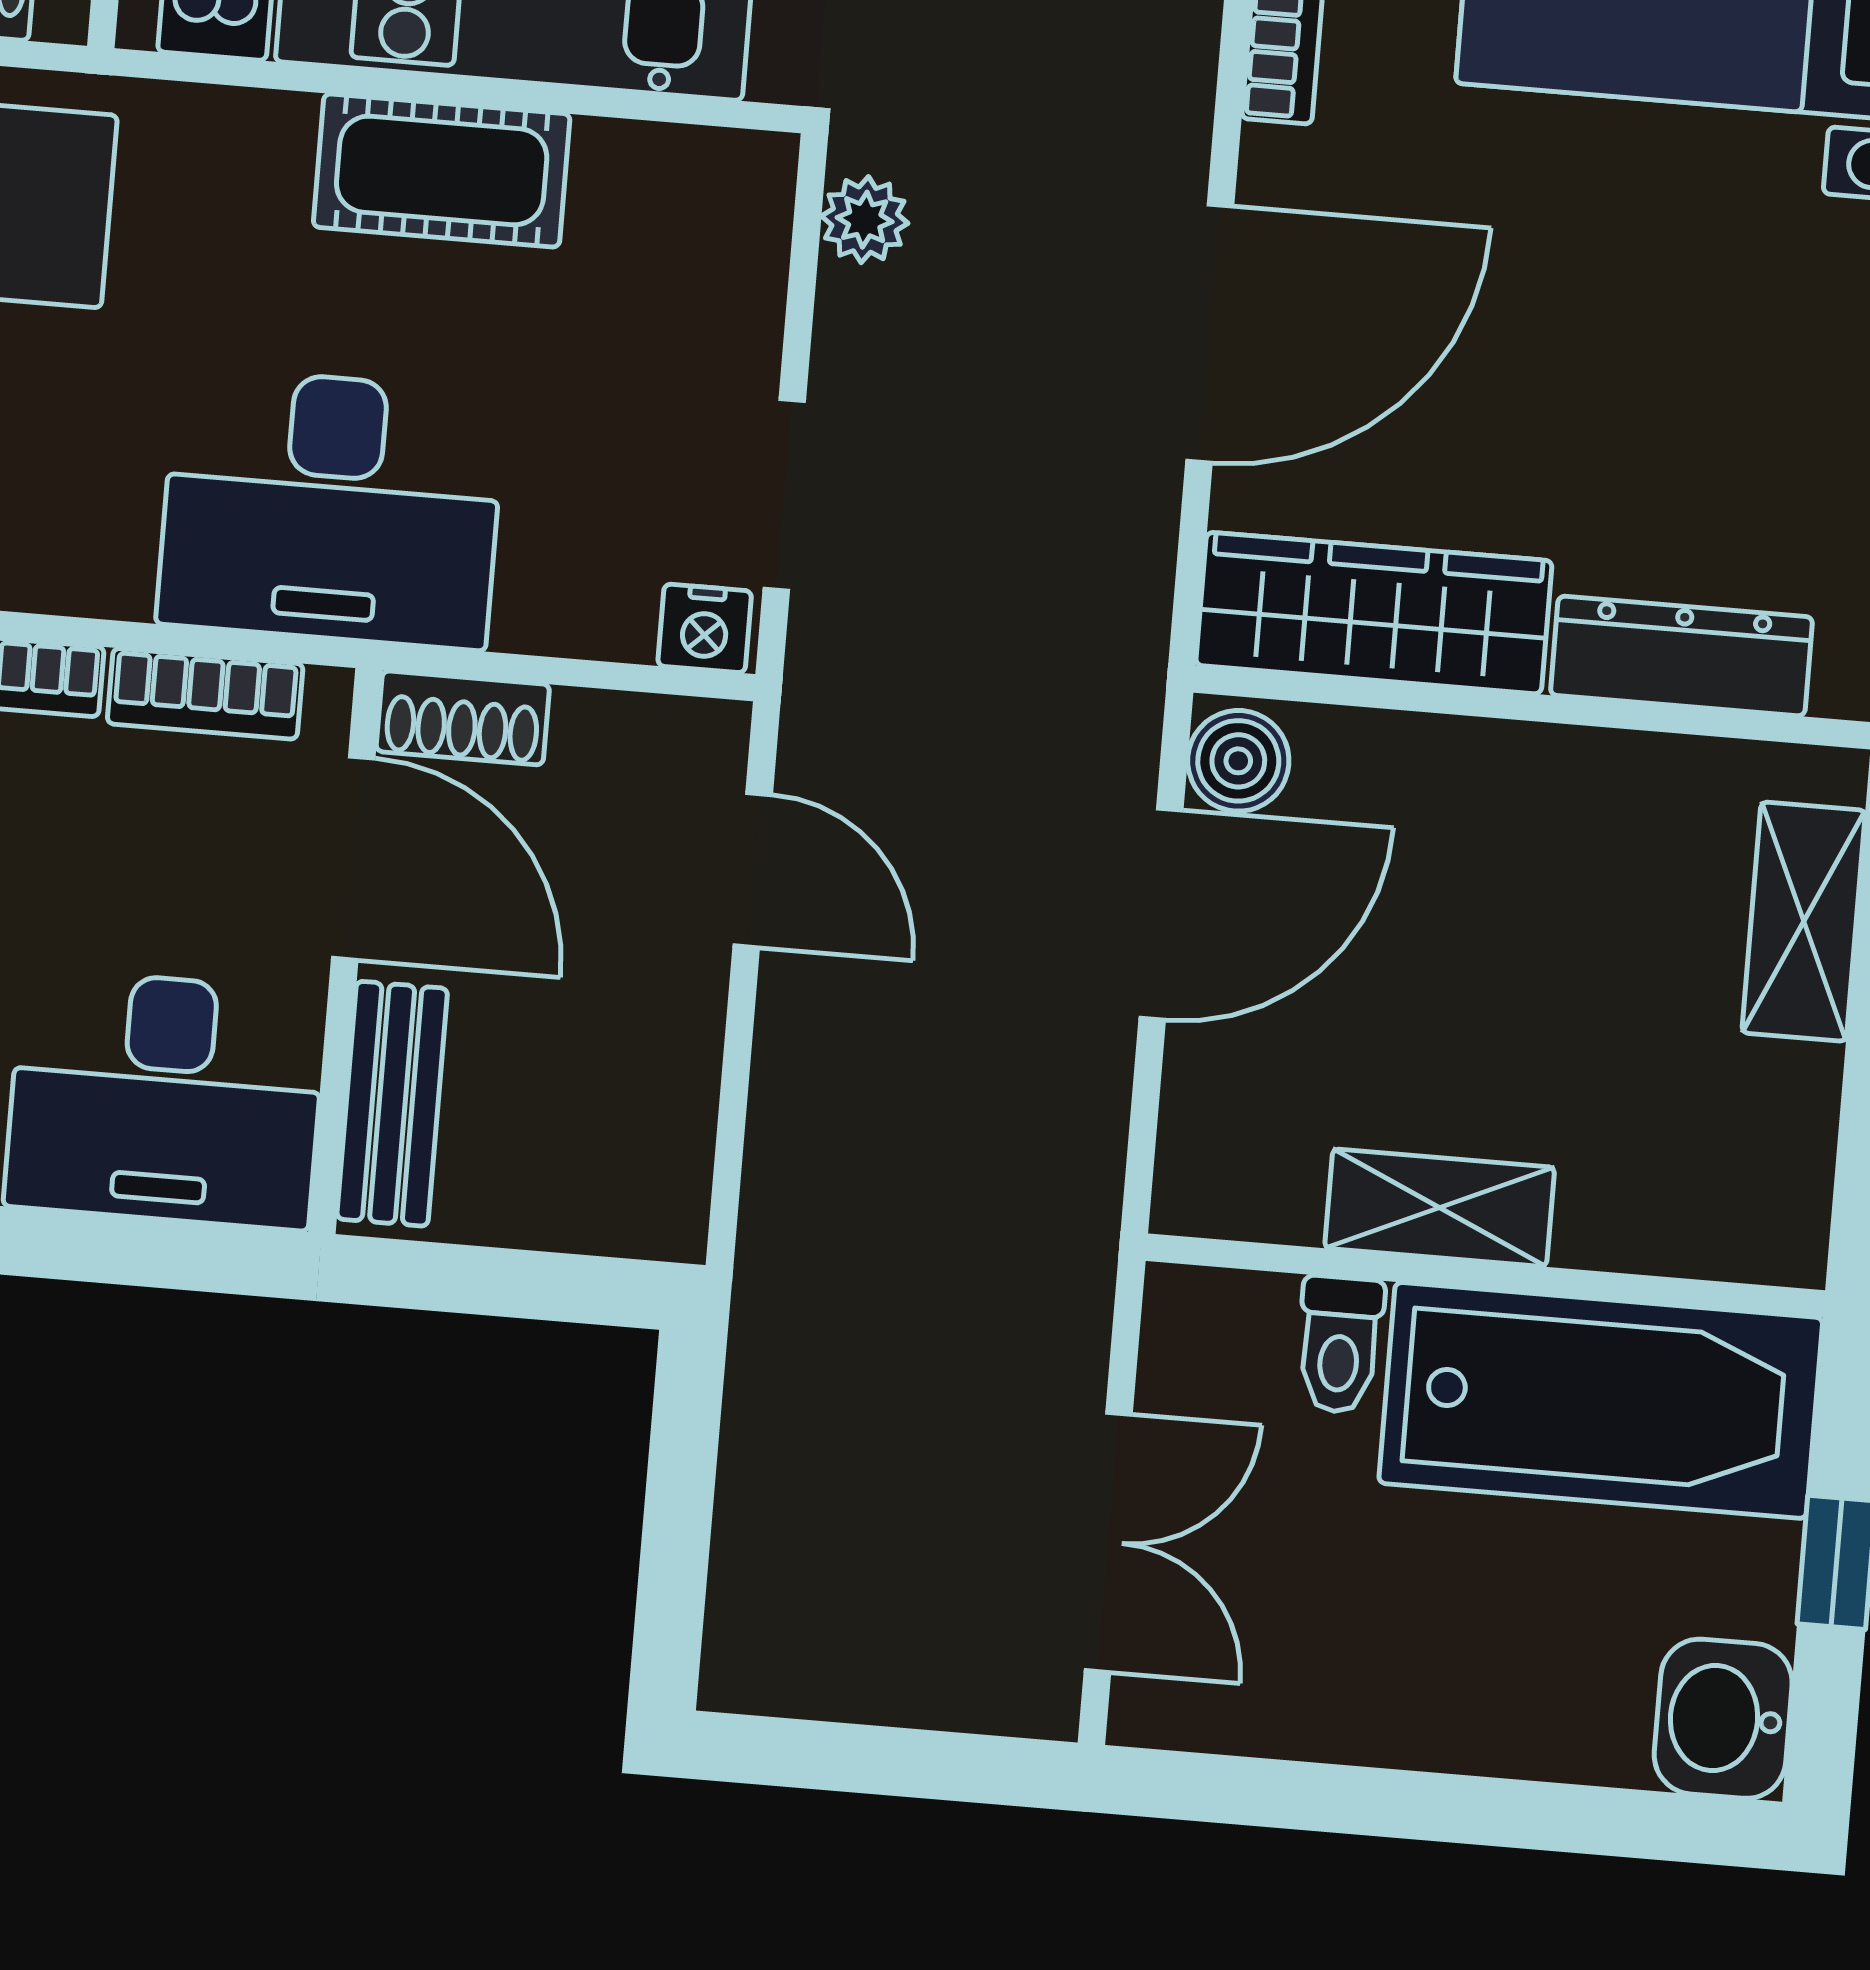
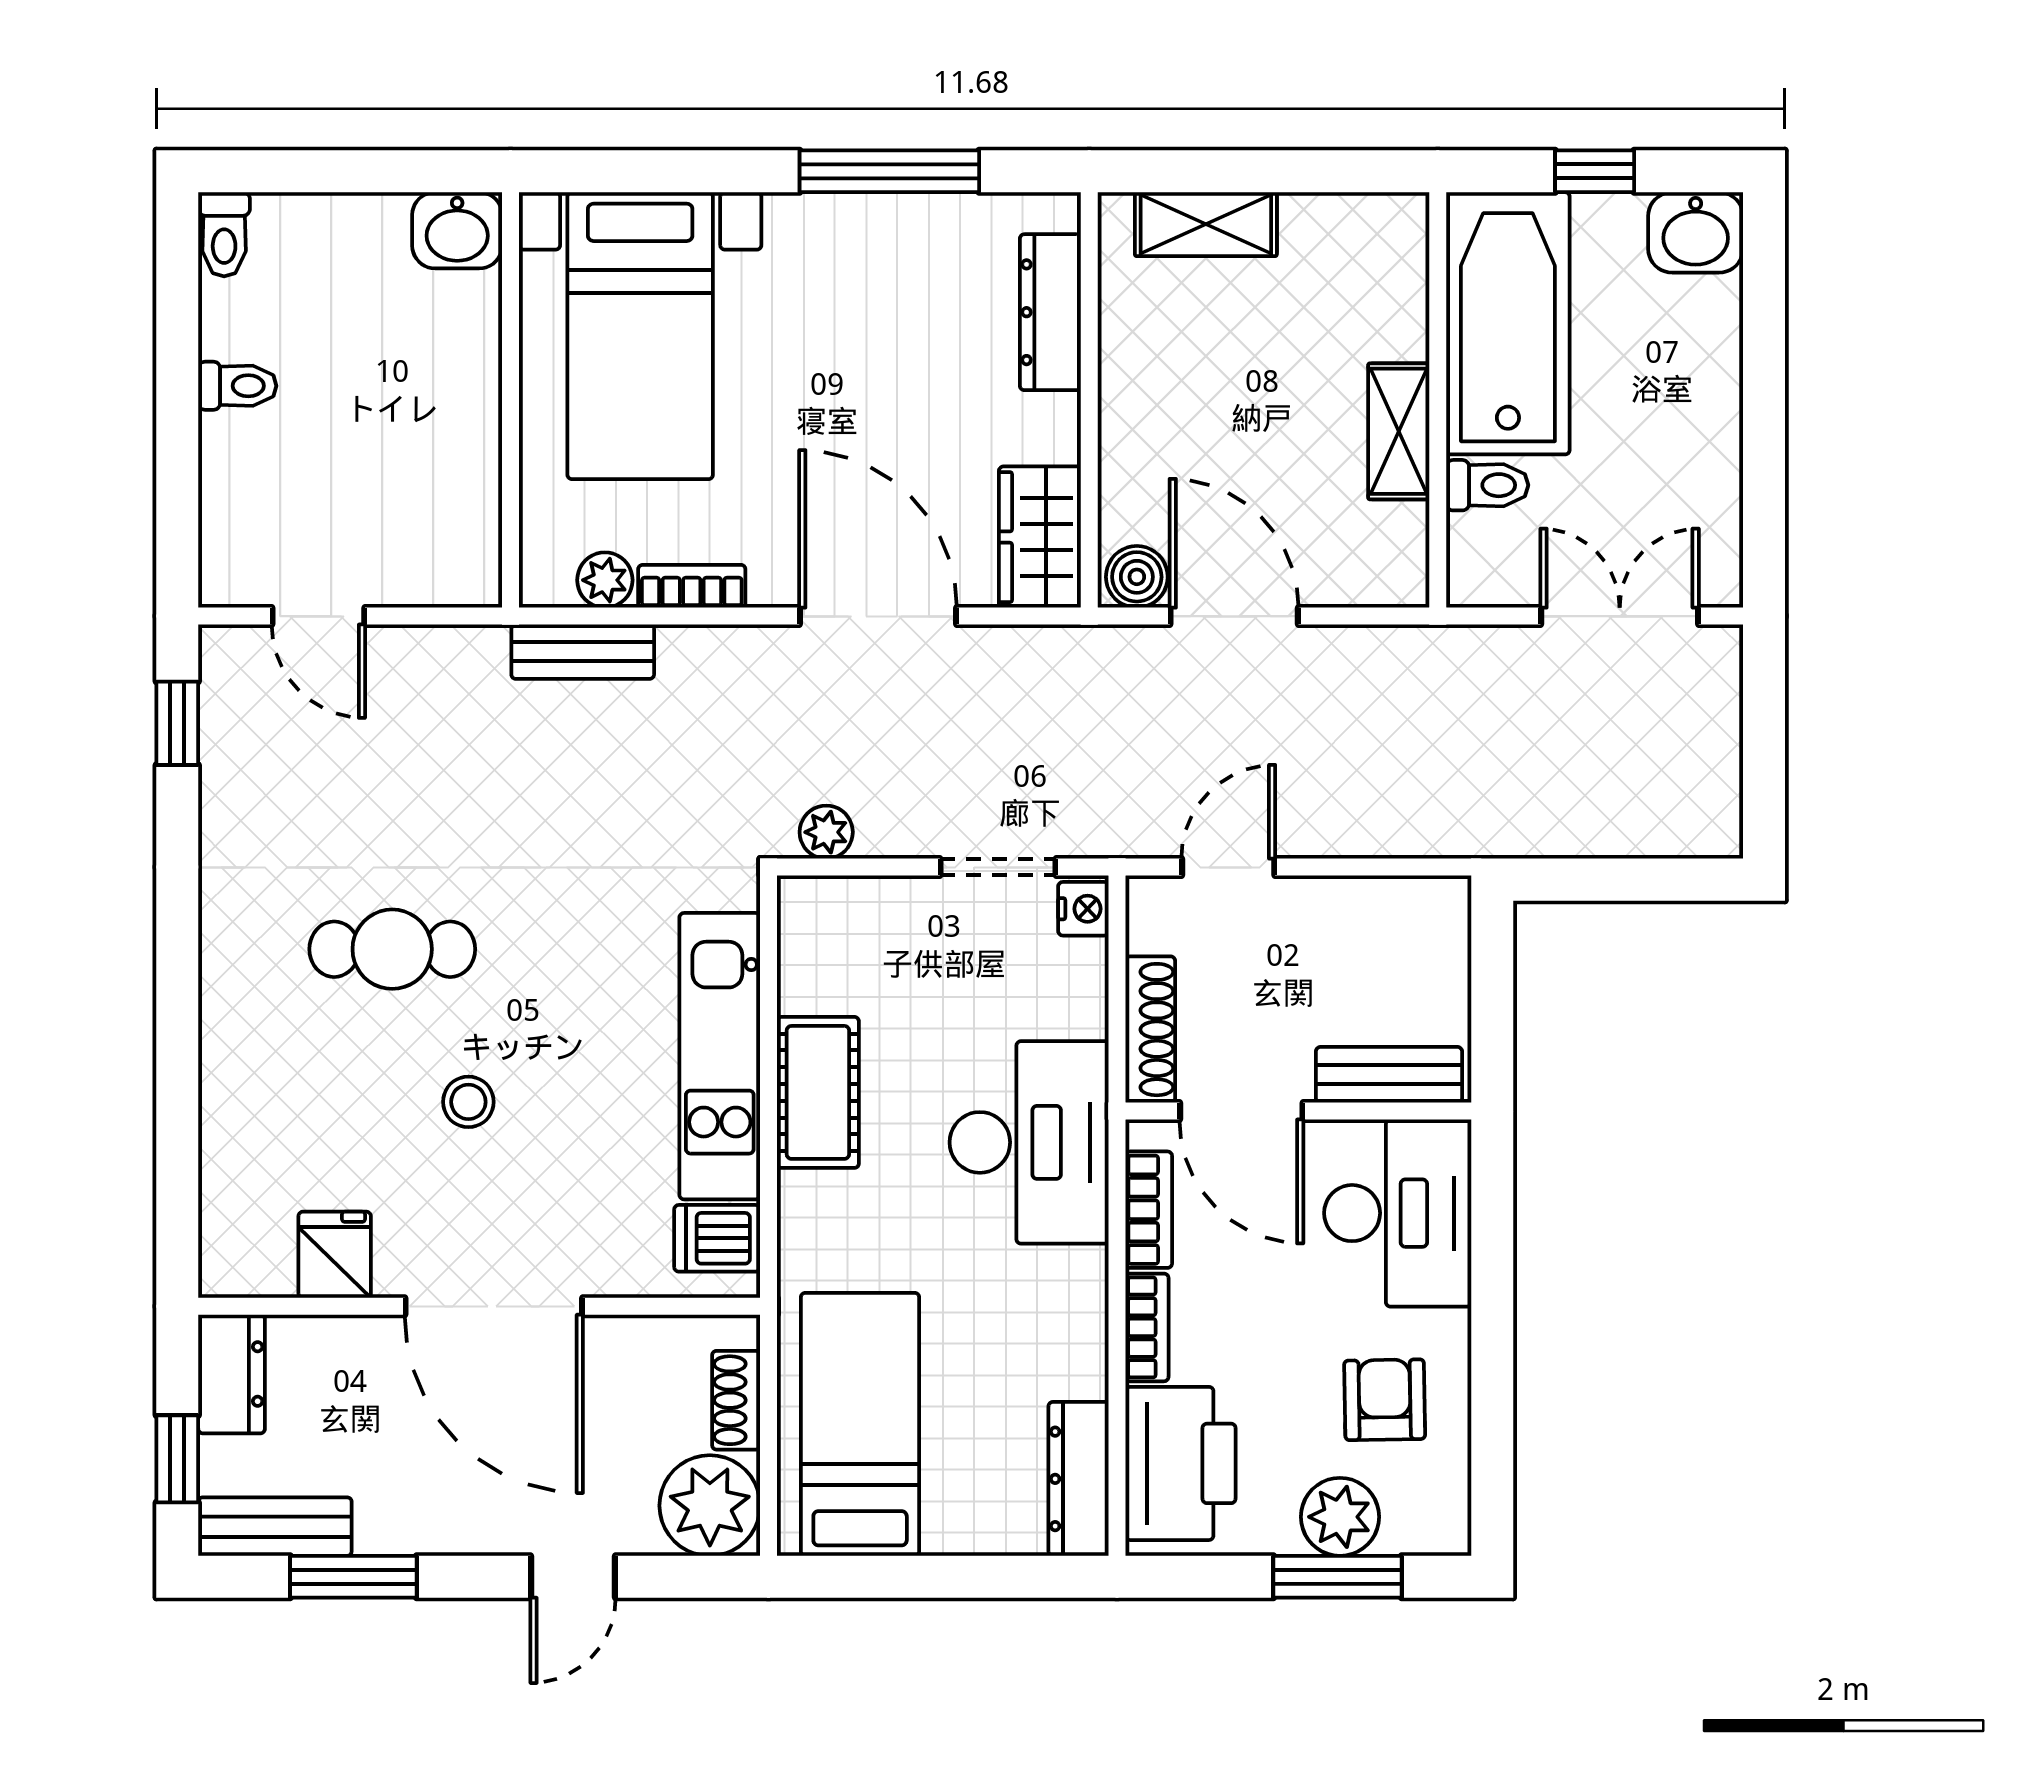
wardrobe: (1374, 613) -> (1040, 537), width x0.67
shoe rack: (463, 718) -> (1150, 1030), width x1.43
door: (353, 858) -> (1241, 1111), swing flipped

